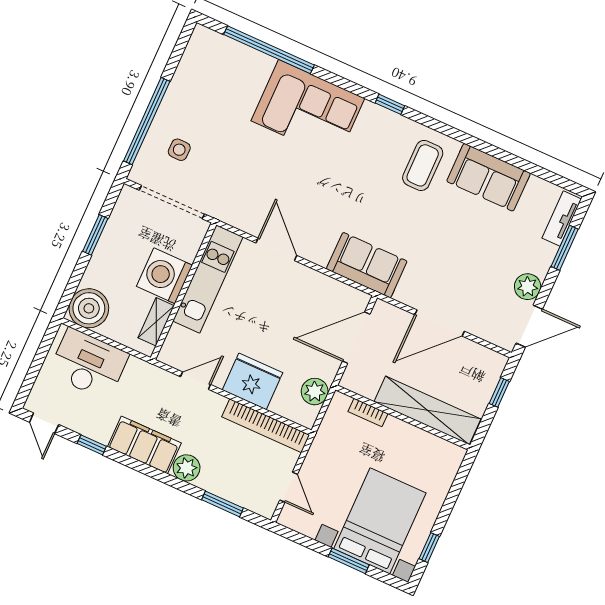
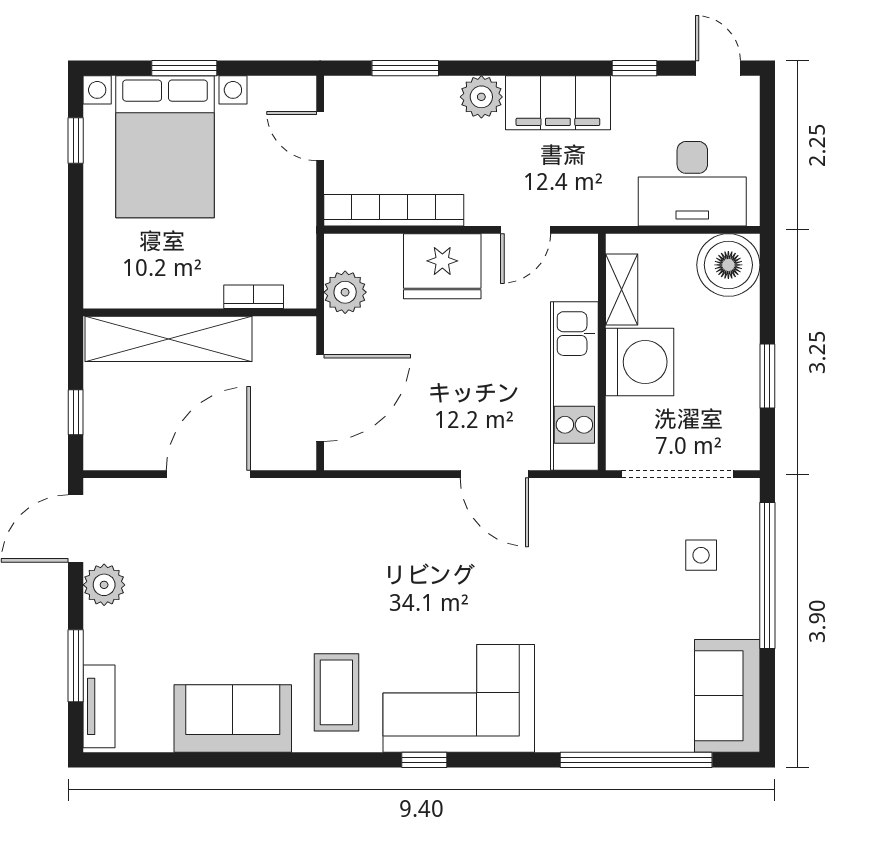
corner sofa: (308, 109) -> (459, 698), moved
sofa: (367, 265) -> (727, 696), moved, turned 90

